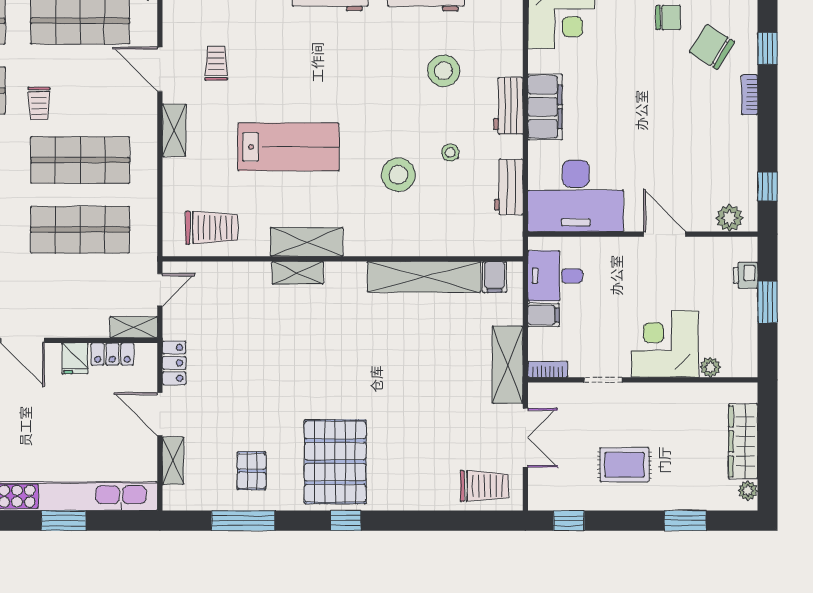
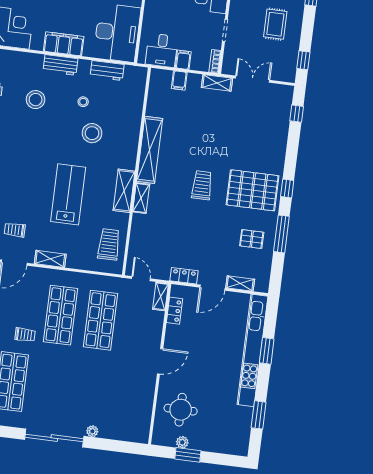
shelving: (424, 277) -> (150, 150), moved
filing cabinet: (495, 277) -> (179, 80), moved, turned 90
fridge: (75, 358) -> (174, 332), removed
shelving: (508, 365) -> (217, 83), width x0.67, depth x0.75
trolley: (484, 486) -> (202, 185), moved
window: (243, 521) -> (281, 234), moved
window: (476, 521) -> (297, 114), added

